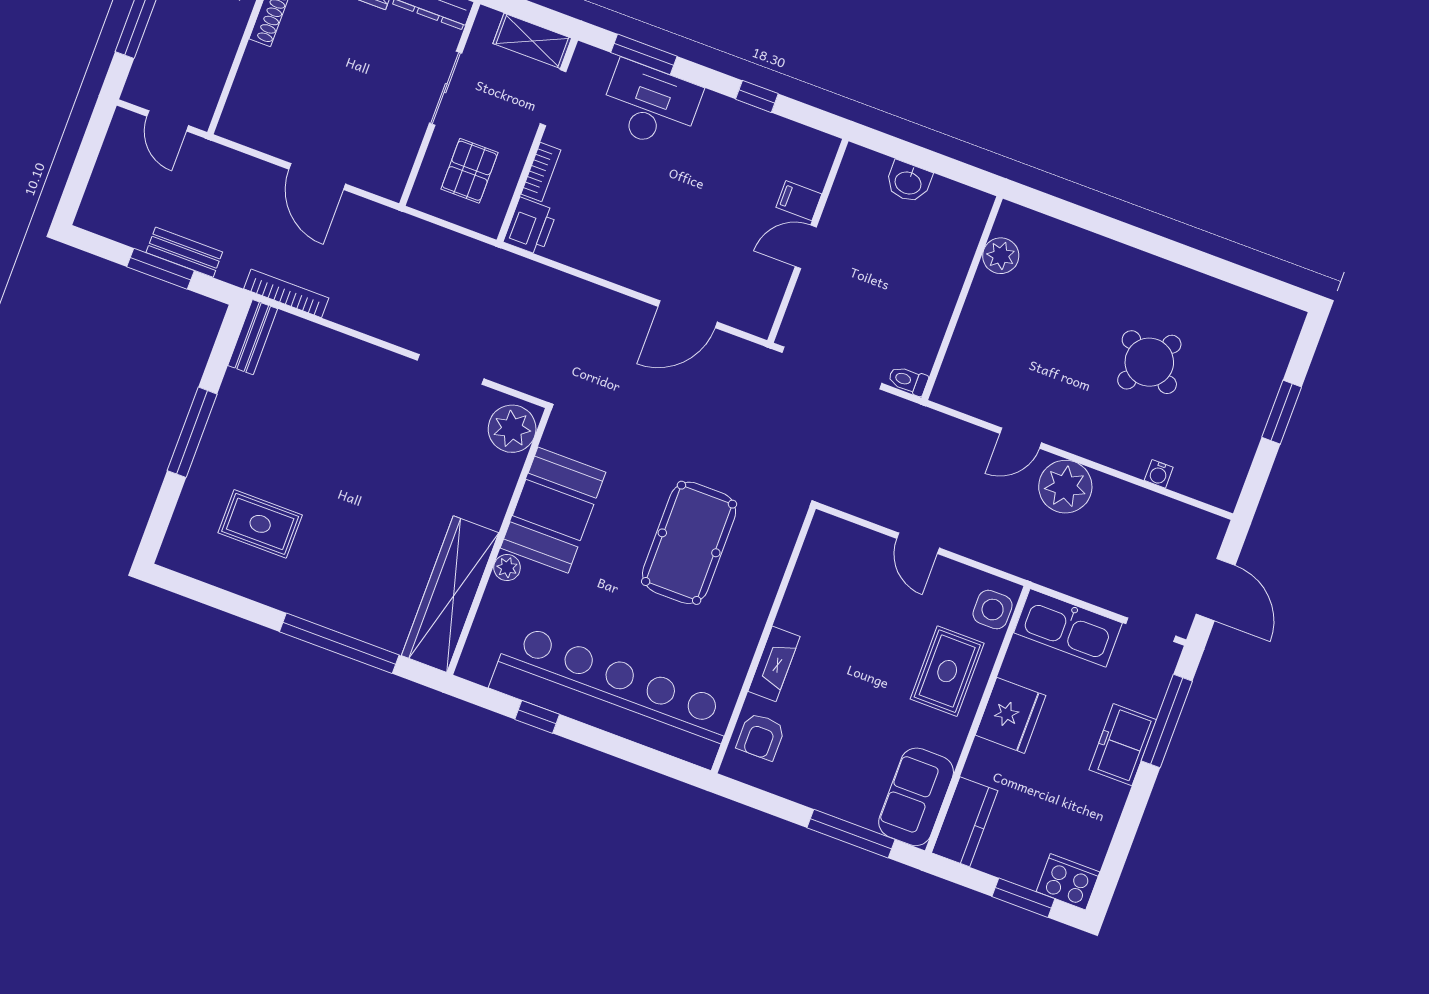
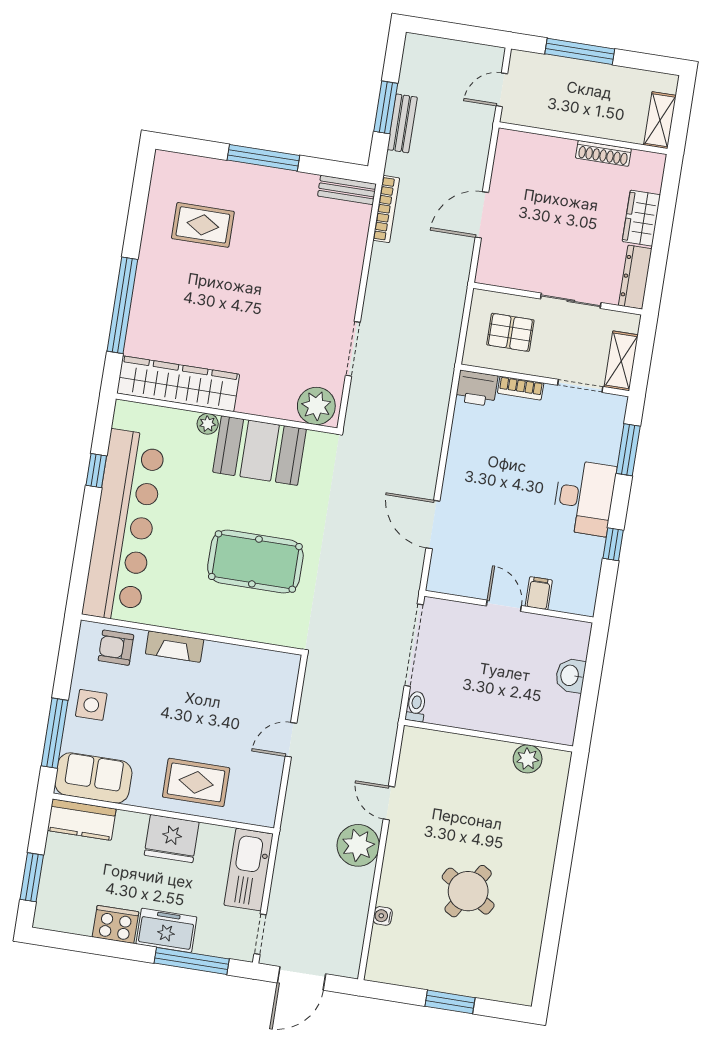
desk: (650, 105) -> (584, 498), moved
rug: (260, 524) -> (203, 225), turned 90
side table: (993, 610) -> (91, 705), moved
cooker: (1068, 882) -> (116, 924), moved, turned -90

